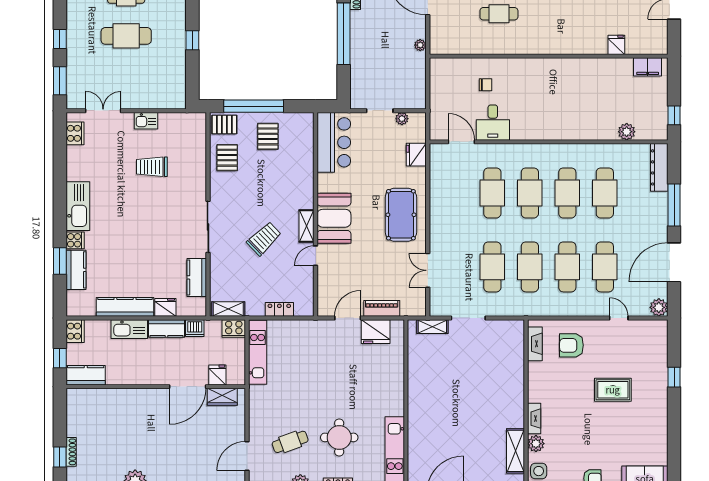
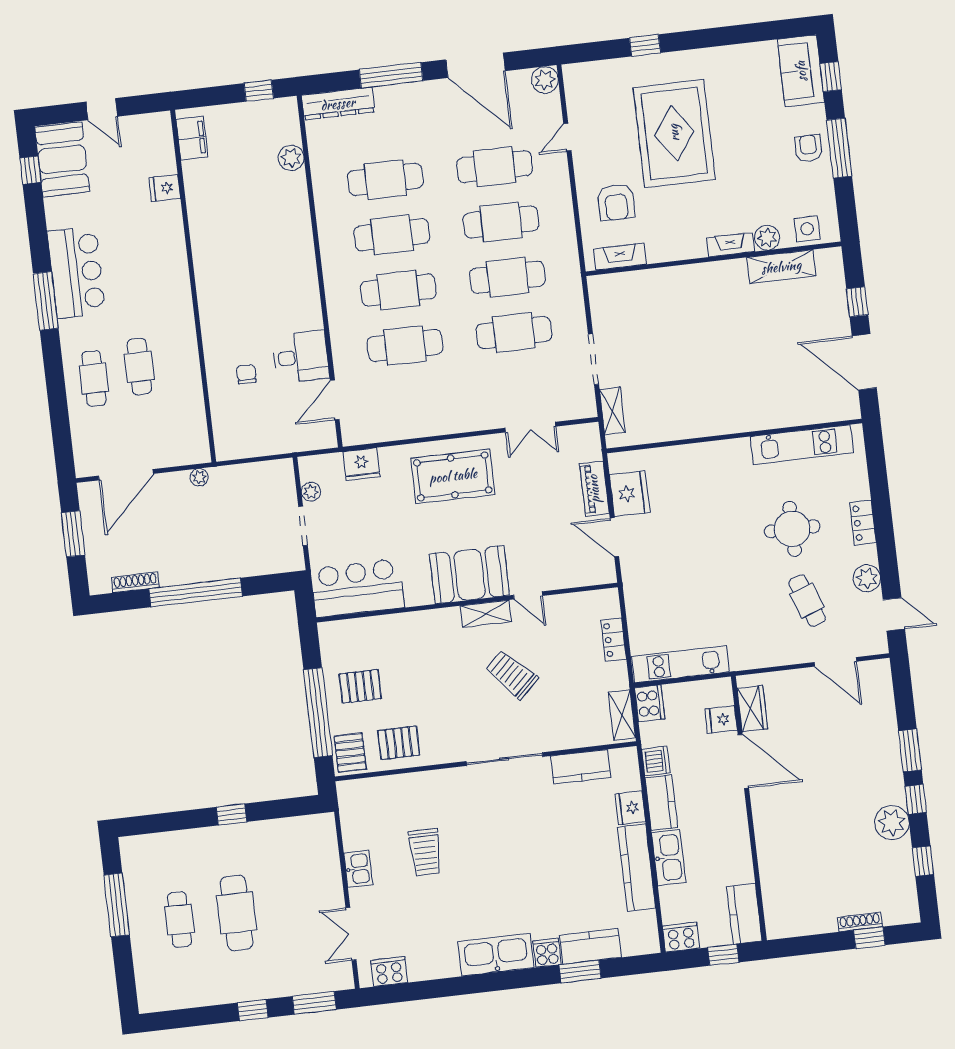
rug: (613, 390) -> (674, 133), width x1.86, depth x2.06

